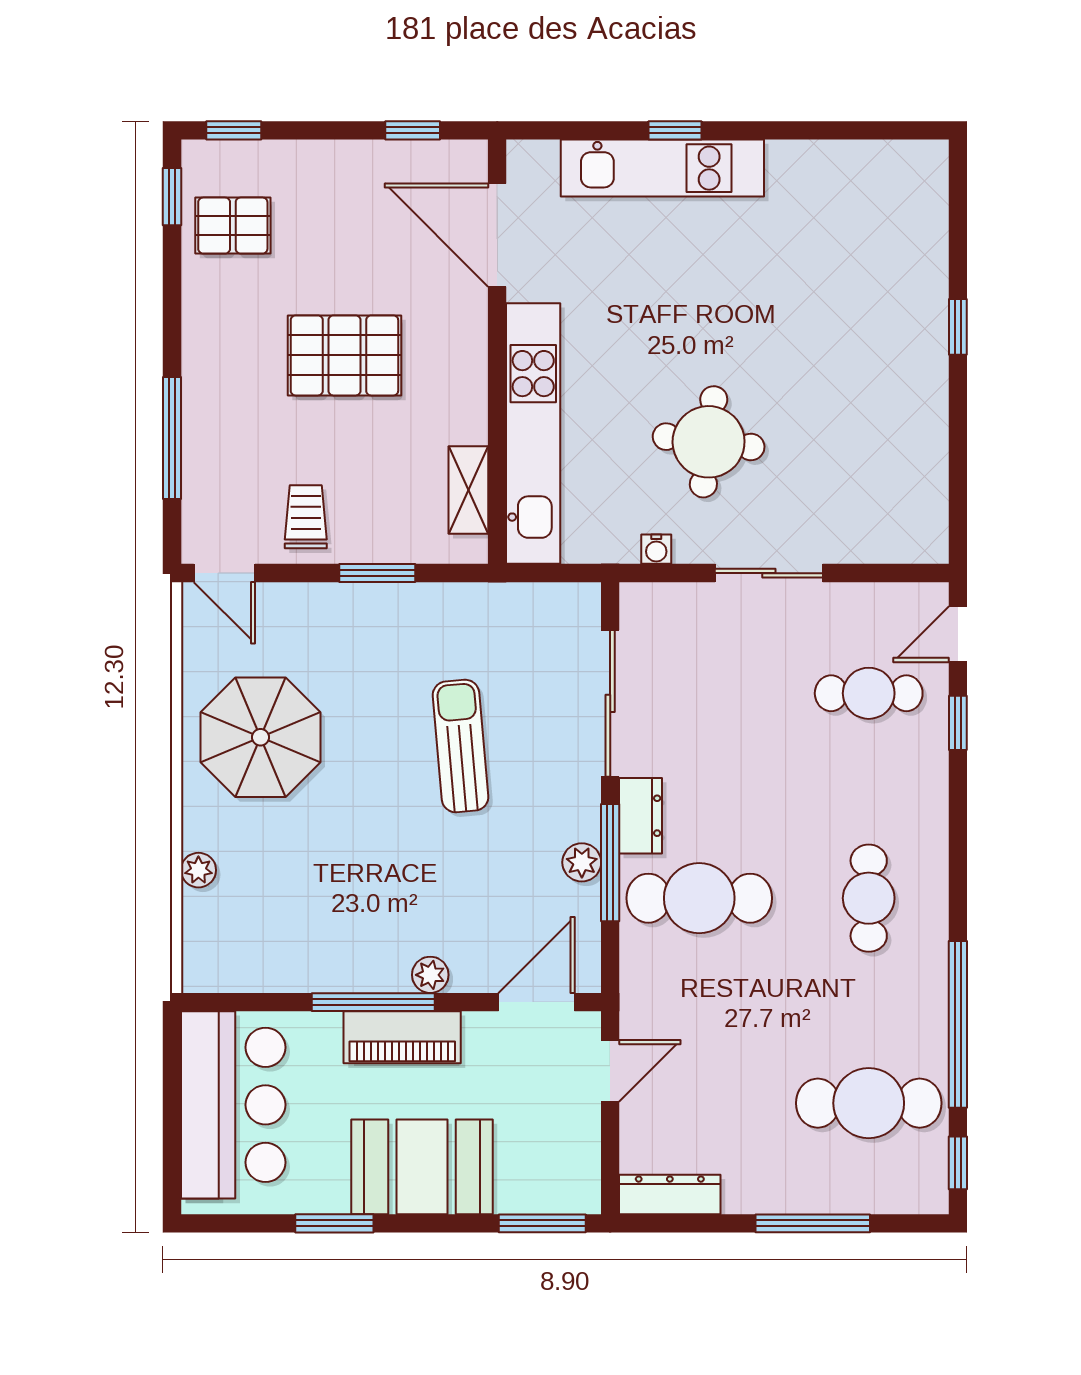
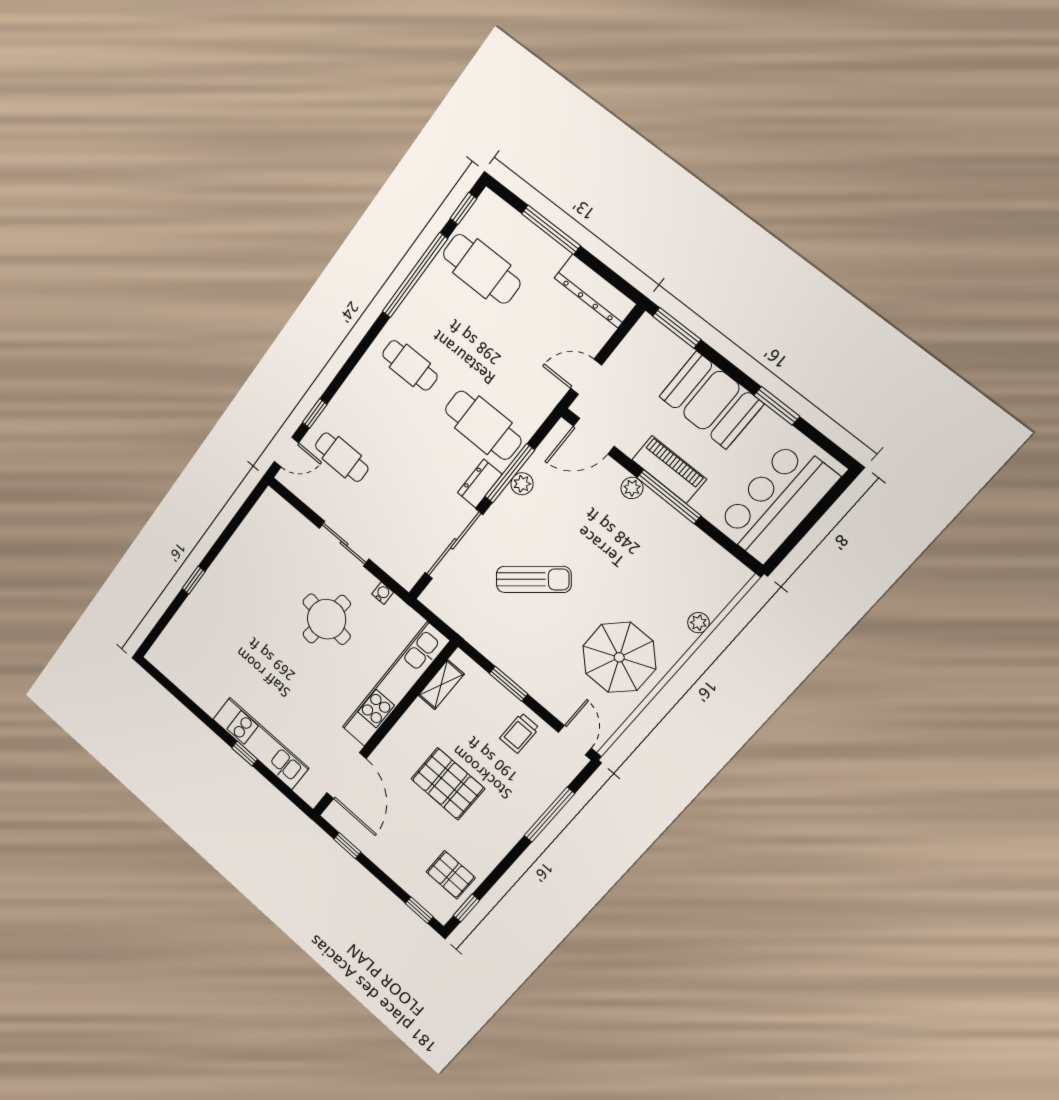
sun lounger: (460, 746) -> (534, 579), turned -125
cafe table: (869, 898) -> (410, 365), turned 90
dresser: (670, 1194) -> (595, 291), width x1.37, depth x1.24

